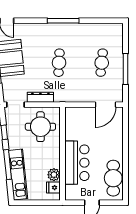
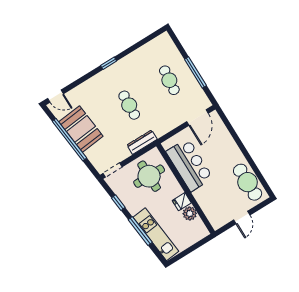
window: (63, 21) -> (109, 63), width x0.46
dresser: (40, 97) -> (142, 142), moved
bar counter: (77, 163) -> (189, 165), moved
fridge: (53, 188) -> (182, 202), moved

